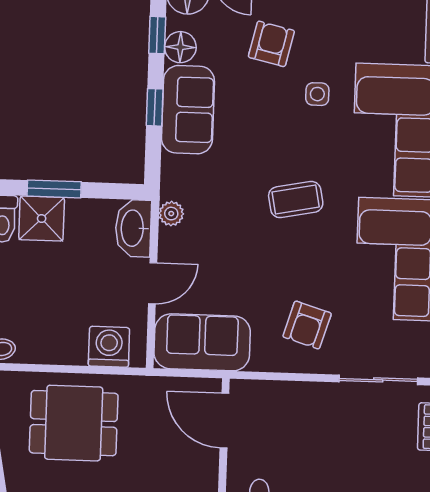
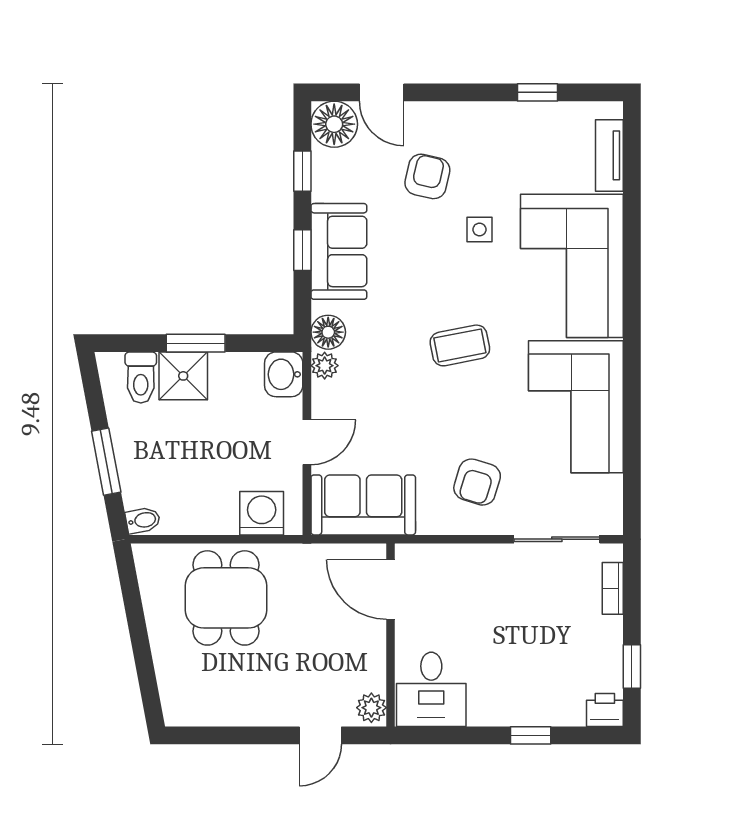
floor lamp: (180, 47) -> (328, 332), moved
washbasin: (133, 228) -> (284, 374), width x0.72
dining table: (74, 423) -> (226, 598), turned 90

